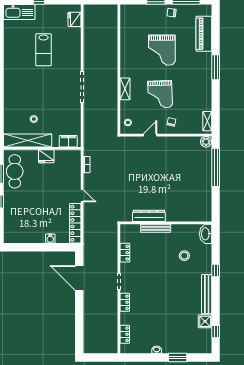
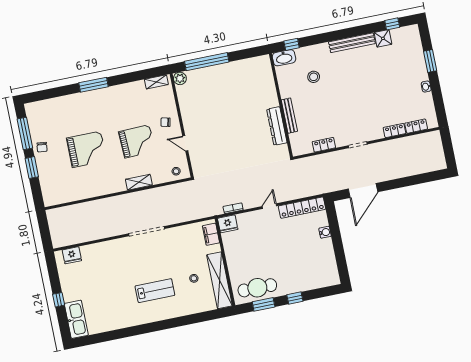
piano: (204, 34) -> (58, 106), removed
lab bench: (43, 50) -> (155, 291), moved
fridge: (46, 156) -> (228, 224), moved, turned 90
window: (216, 270) -> (292, 44), moved
locker: (125, 302) -> (394, 131), moved

